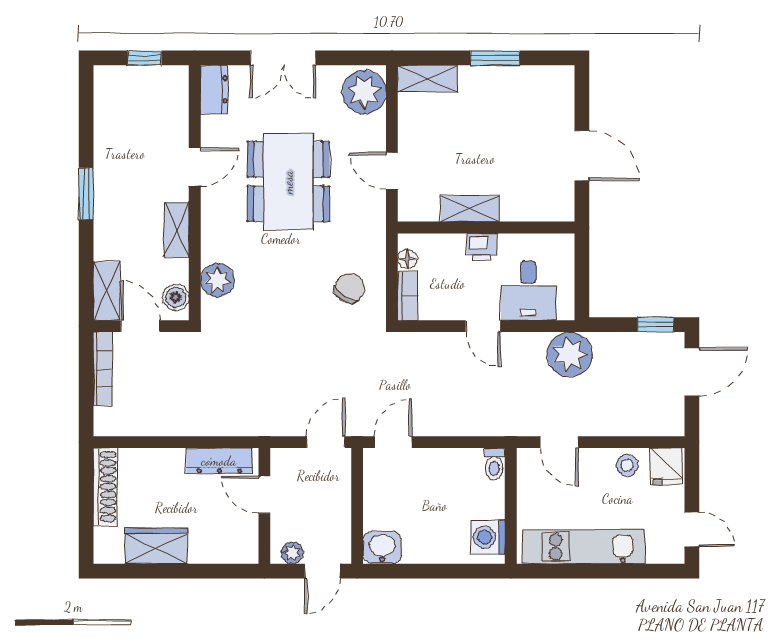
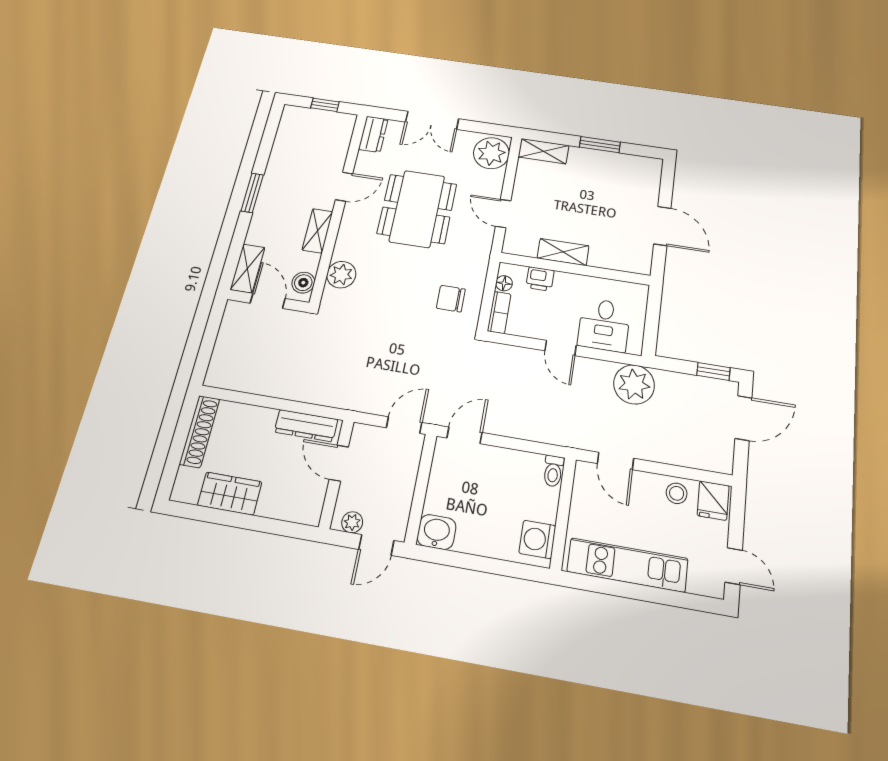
printer: (482, 247) -> (540, 279), moved
chair: (350, 288) -> (451, 299), turned -121
bookcase: (103, 369) -> (226, 330), removed

